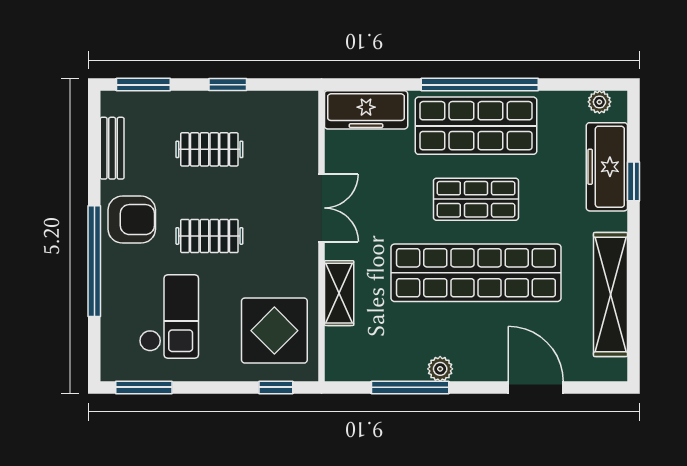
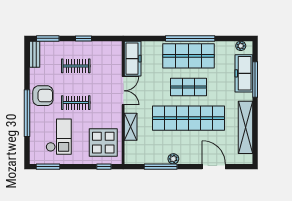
freezer: (366, 110) -> (133, 59), moved, turned -90
bench: (112, 148) -> (35, 54), moved
window: (634, 181) -> (255, 79), width x2.17

